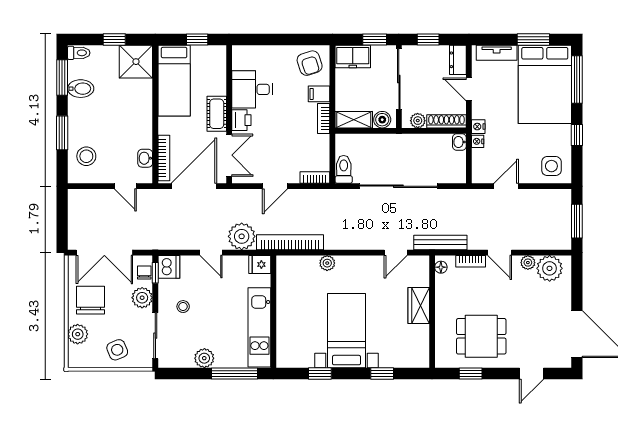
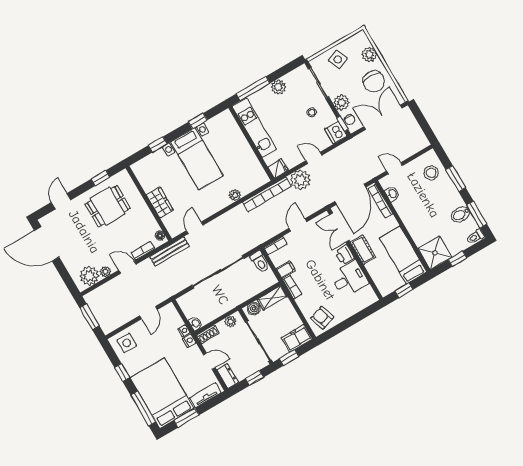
filing cabinet: (319, 94) -> (286, 270), moved
shoe rack: (446, 121) -> (208, 334), width x0.70

